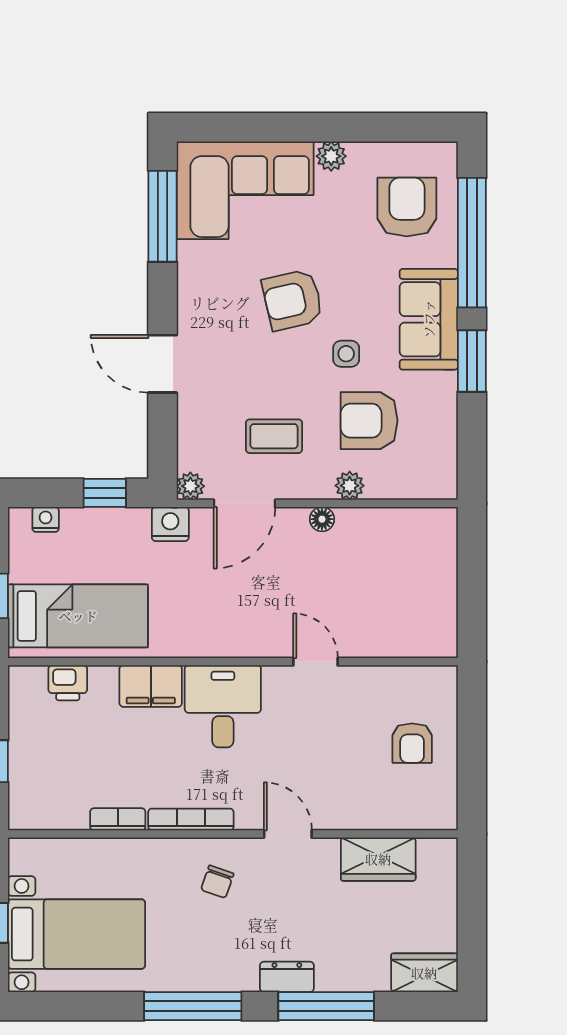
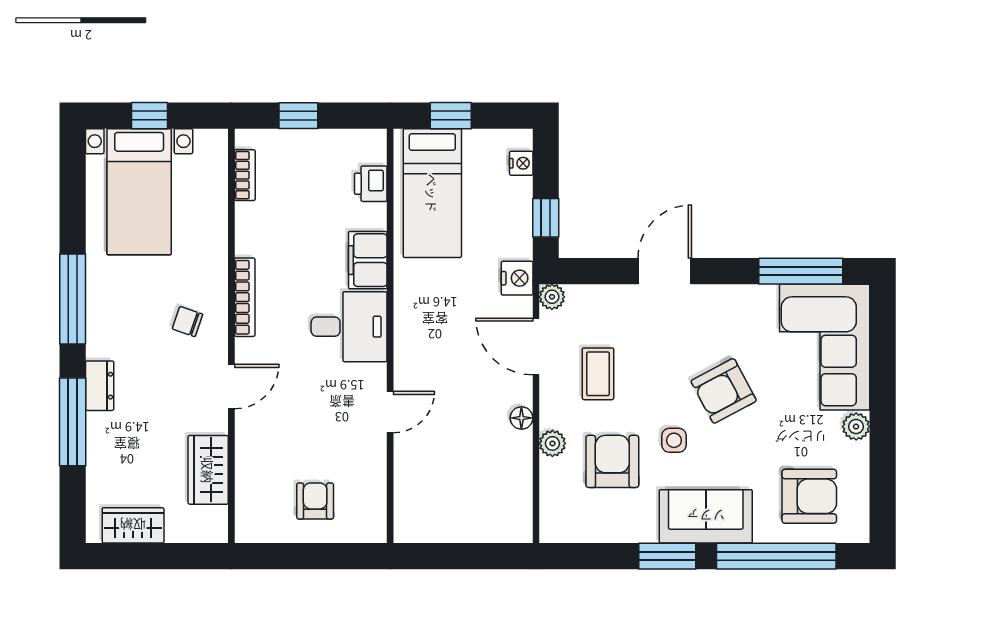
armchair: (293, 300) -> (724, 391), turned -105
armchair: (412, 743) -> (315, 501), turned 90
bookcase: (118, 819) -> (245, 175), moved
wardrobe: (424, 973) -> (133, 525), moved, turned -90

